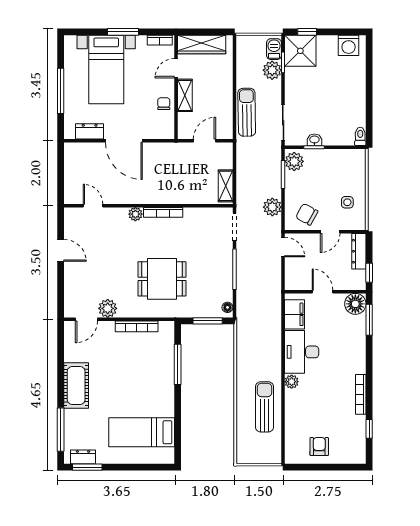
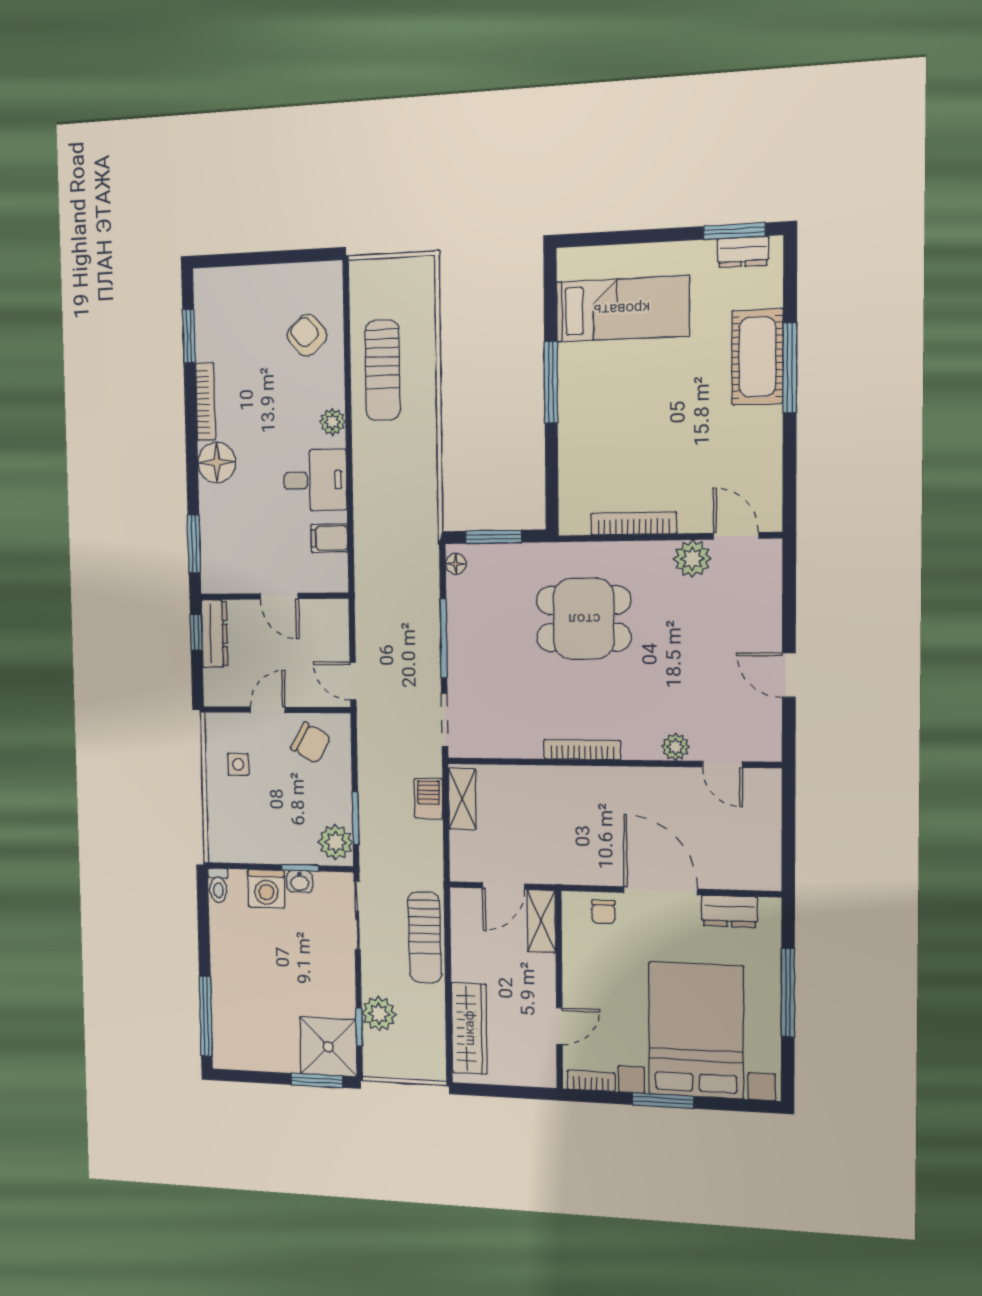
window: (307, 32) -> (317, 1080), width x1.50
wardrobe: (202, 45) -> (469, 1028), moved, turned 90
washing machine: (349, 45) -> (266, 889), moved, turned 180
barbecue: (274, 49) -> (429, 799), moved, turned 180
window: (369, 64) -> (206, 1016), added
bed with nightstands: (106, 70) -> (696, 1030), width x1.36
shelving: (185, 95) -> (541, 921), moved
chair: (164, 104) -> (603, 912), moved
plant: (272, 207) -> (374, 757), removed
plant: (135, 214) -> (675, 747), moved
dresser: (359, 251) -> (215, 634), moved
floor lamp: (355, 304) -> (217, 462), moved
filing cabinet: (295, 314) -> (329, 538), width x0.50
door: (86, 319) -> (736, 536), hinge flipped
desk: (302, 352) -> (315, 480), width x0.73
window: (178, 364) -> (551, 382), moved
cot: (76, 386) -> (757, 357), moved
window: (369, 429) -> (189, 336), width x1.50
window: (61, 430) -> (790, 368), moved
armchair: (319, 447) -> (307, 335), moved, turned 139

